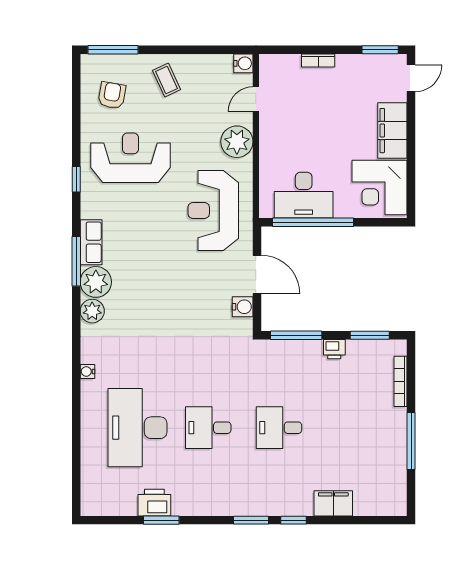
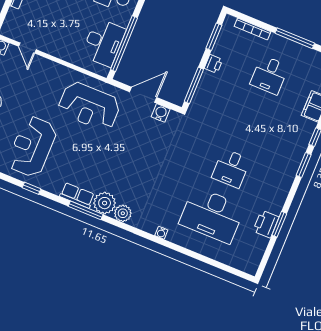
plant: (237, 142) -> (50, 72), removed
desk: (279, 428) -> (269, 75), moved

